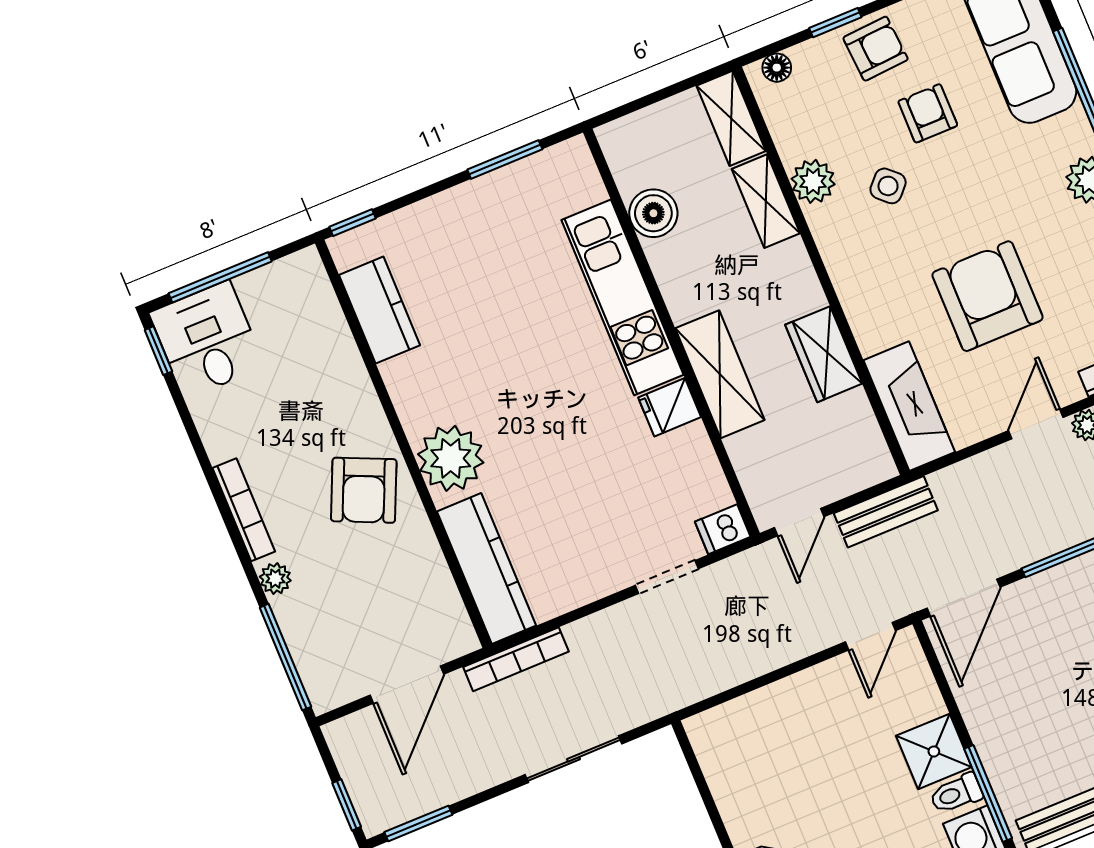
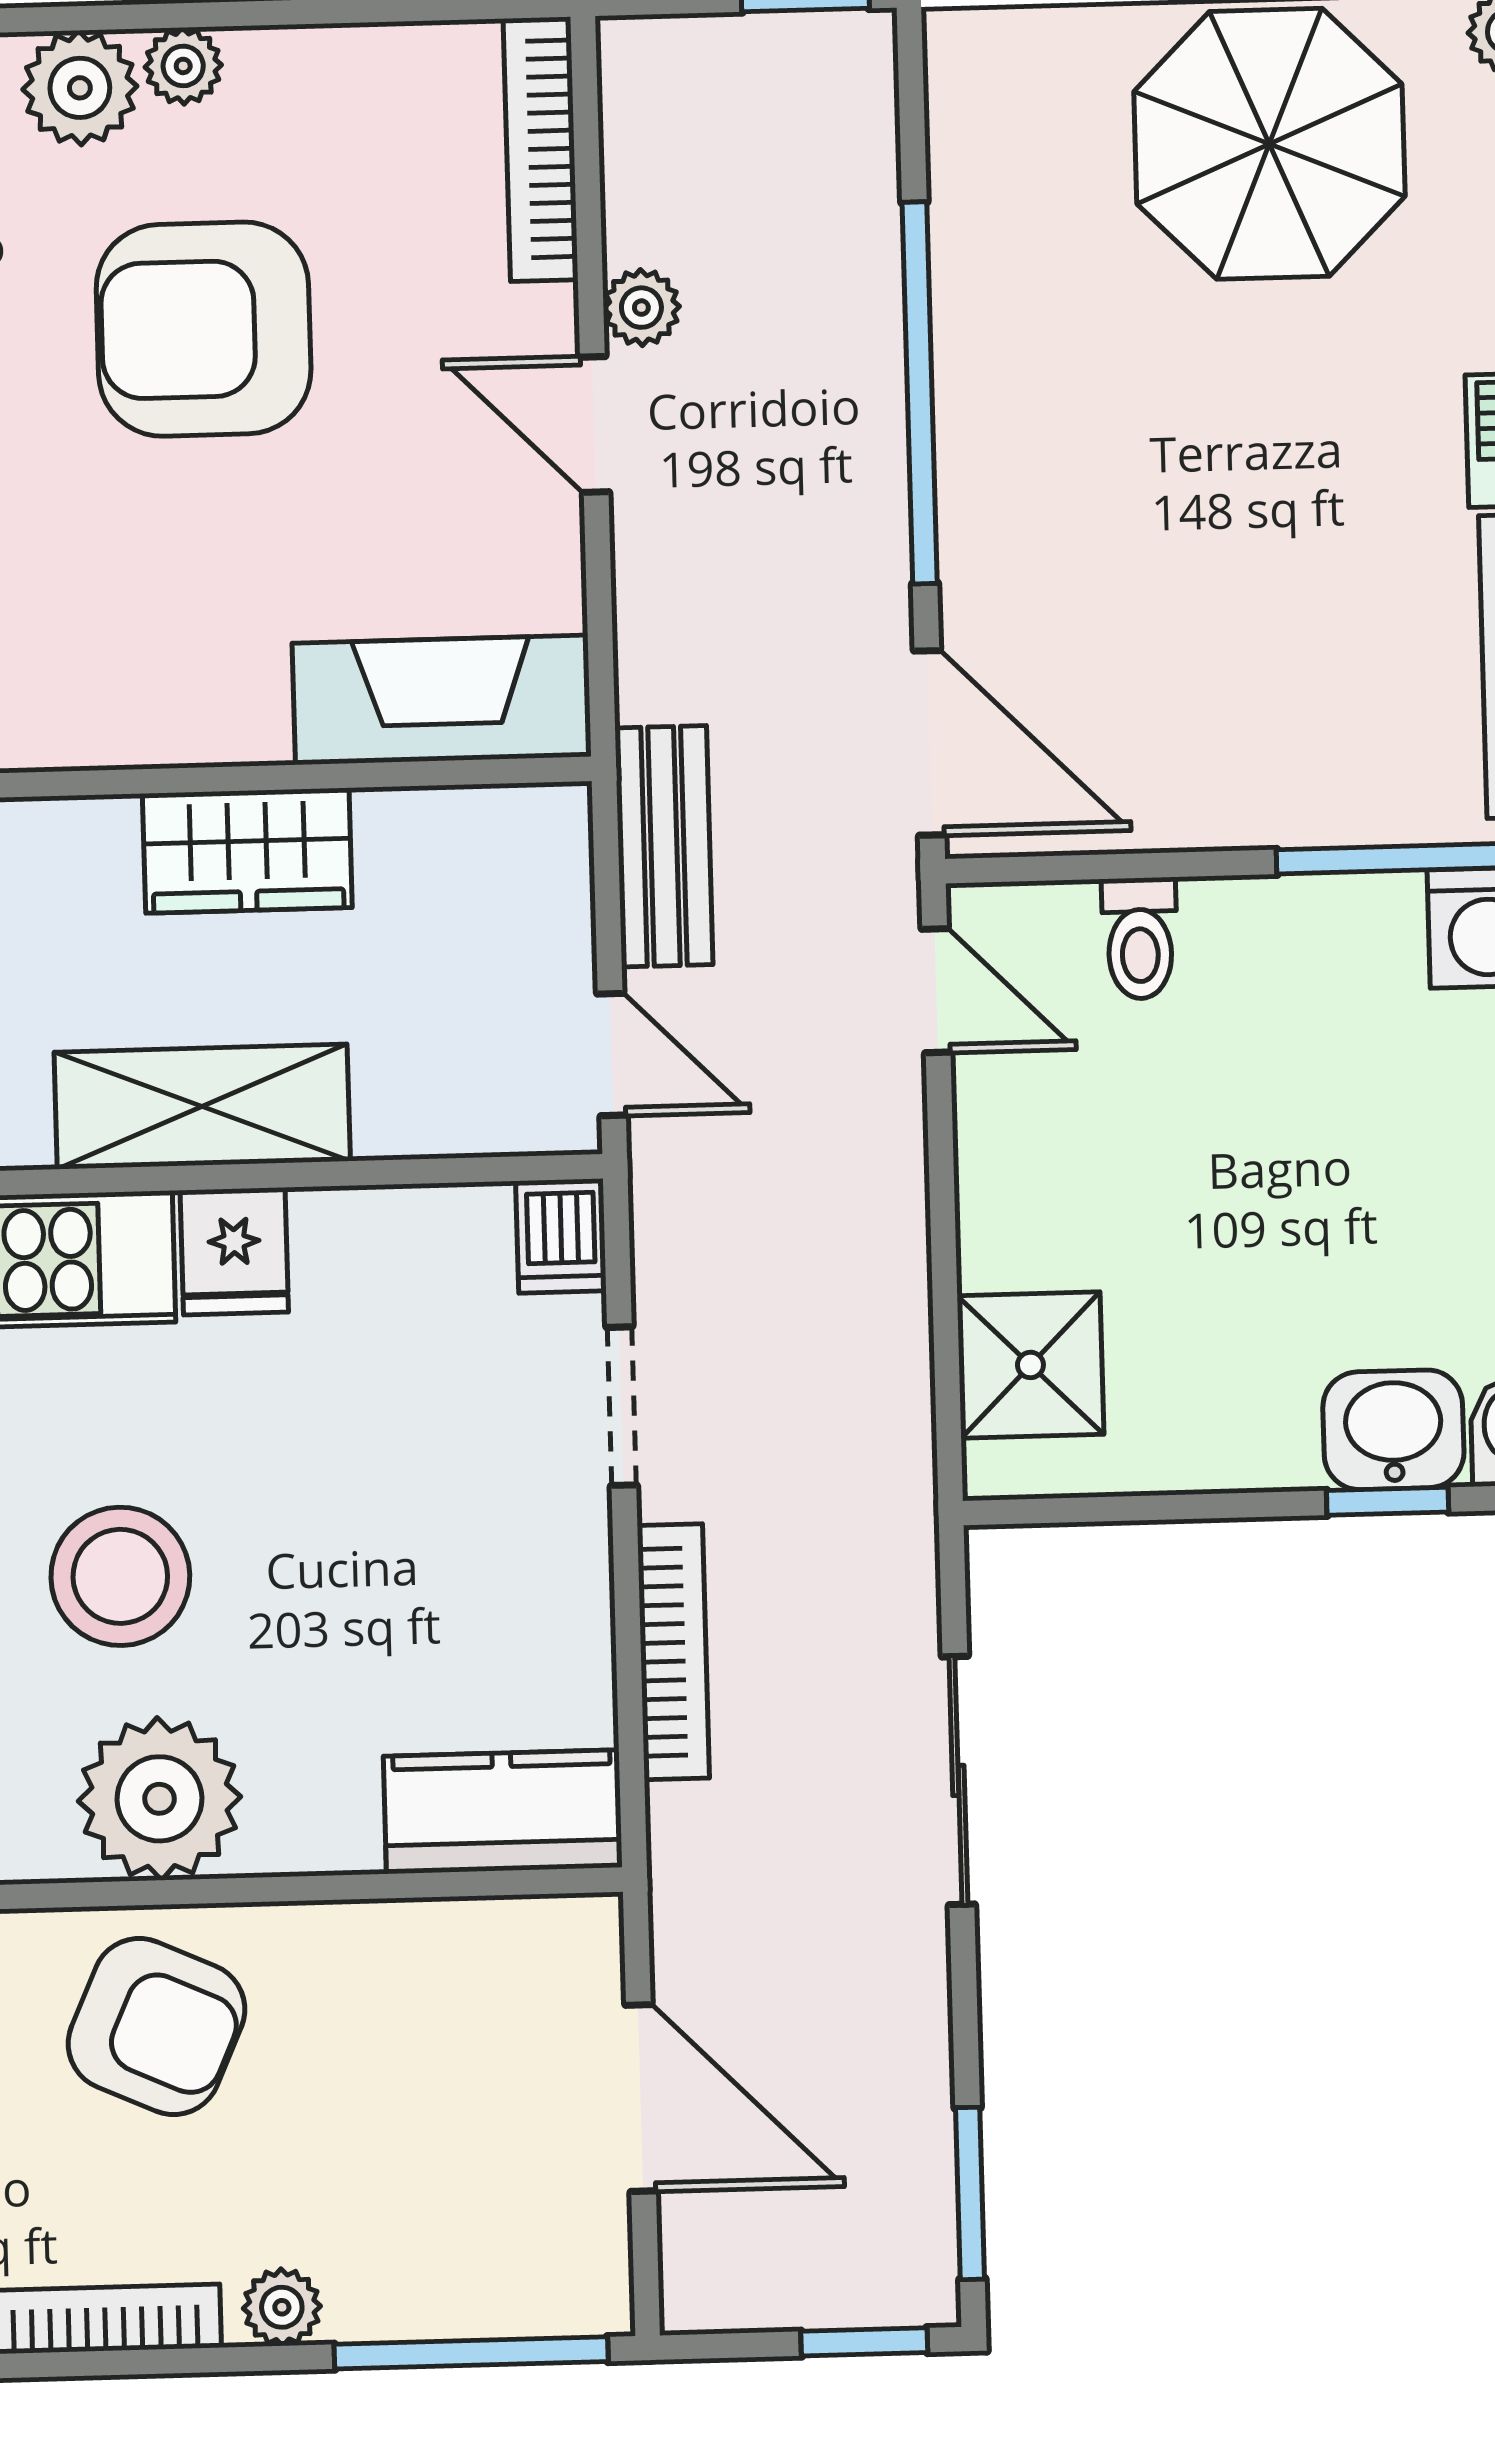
armchair: (987, 296) -> (204, 329), moved
stool: (530, 411) -> (120, 1576), added
kitchen counter: (486, 569) -> (503, 1812), width x0.67
bookcase: (516, 659) -> (673, 1652), moved
shower: (934, 751) -> (1030, 1365), moved
toilet: (956, 794) -> (1140, 938), moved

